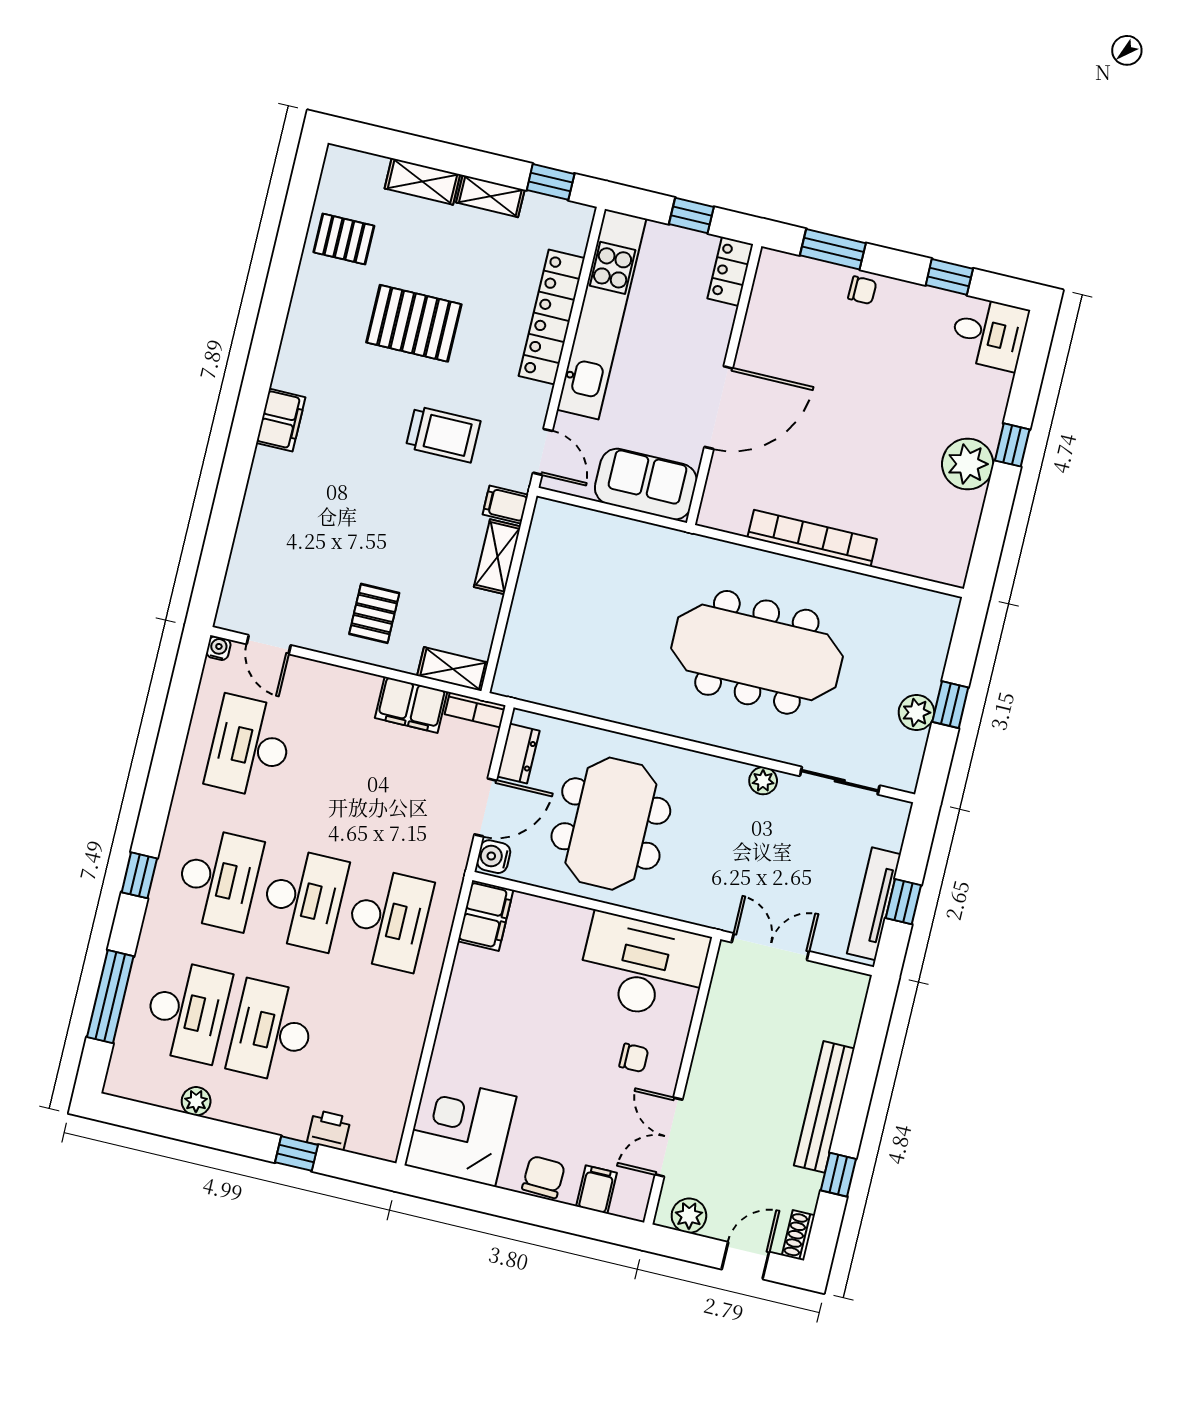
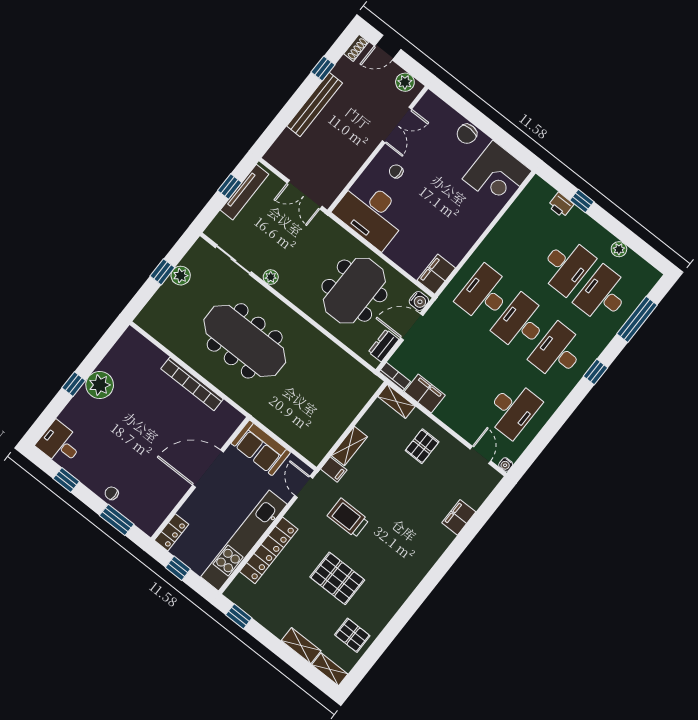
shelving: (490, 196) -> (330, 669), moved
filing cabinet: (281, 420) -> (459, 517), moved
filing cabinet: (597, 1190) -> (444, 116), removed

